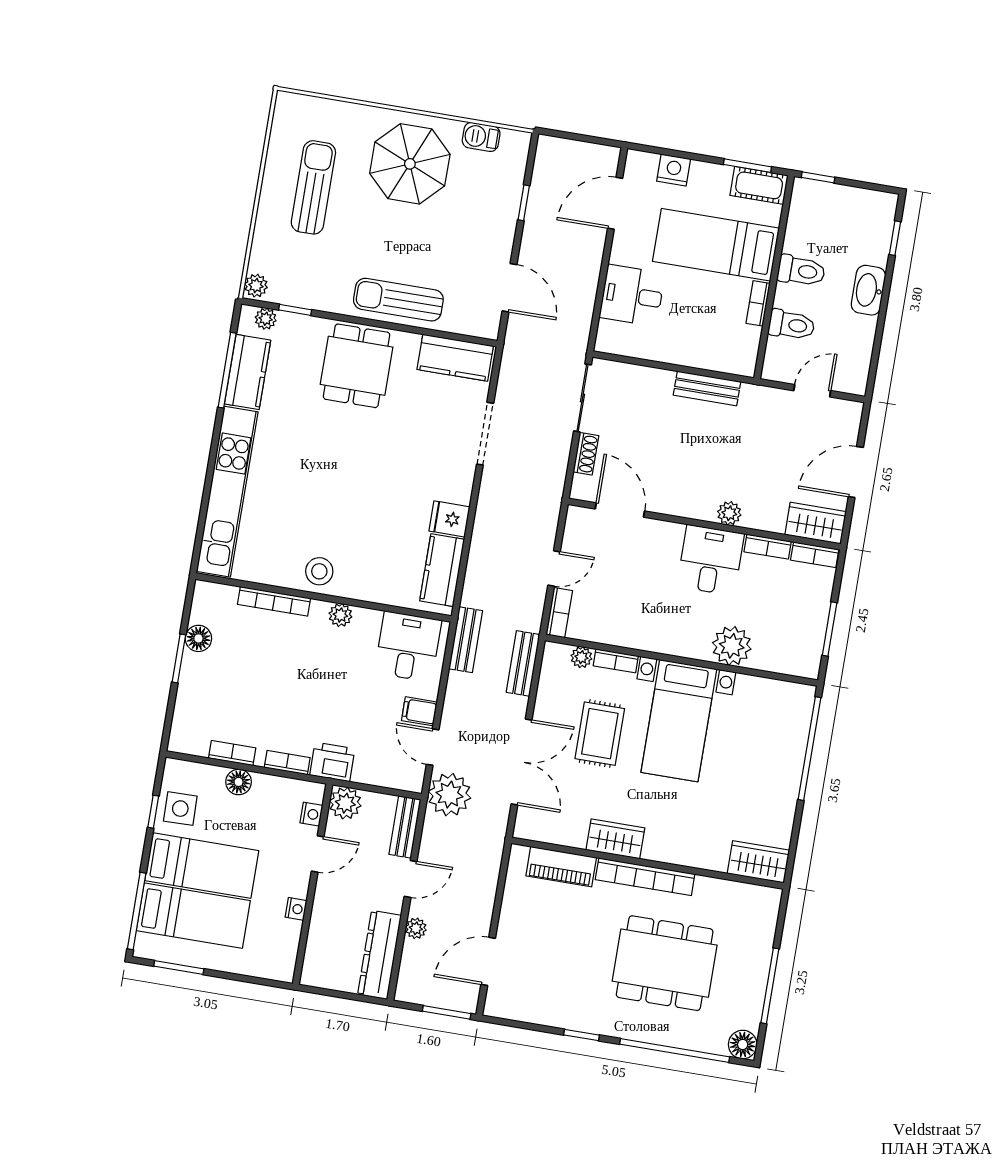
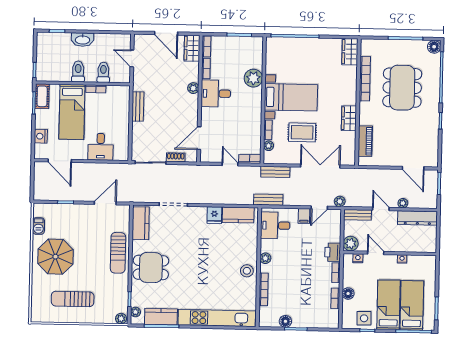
plant: (449, 795) -> (340, 201), width x0.53, depth x0.53
bookcase: (645, 877) -> (365, 79), moved

